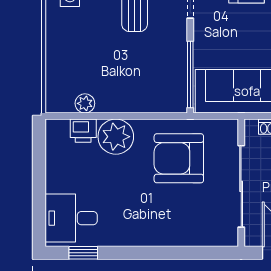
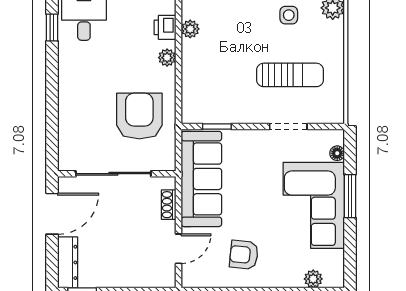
window: (190, 75) -> (217, 127), width x0.46
plant: (116, 137) -> (167, 58), width x0.53, depth x0.53

